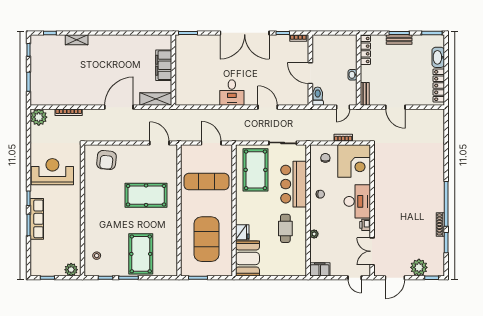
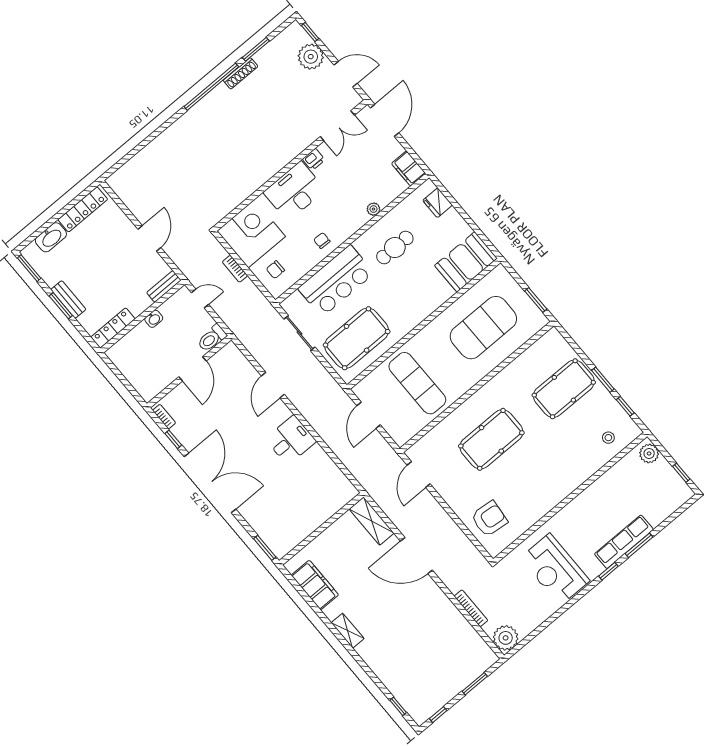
shelving: (77, 40) -> (348, 631), moved
filing cabinet: (164, 65) -> (315, 585), moved, turned -90
pool table: (146, 195) -> (491, 439), turned 90
fridge: (242, 232) -> (438, 203), moved, turned -90
door: (355, 278) -> (385, 120), width x1.88

